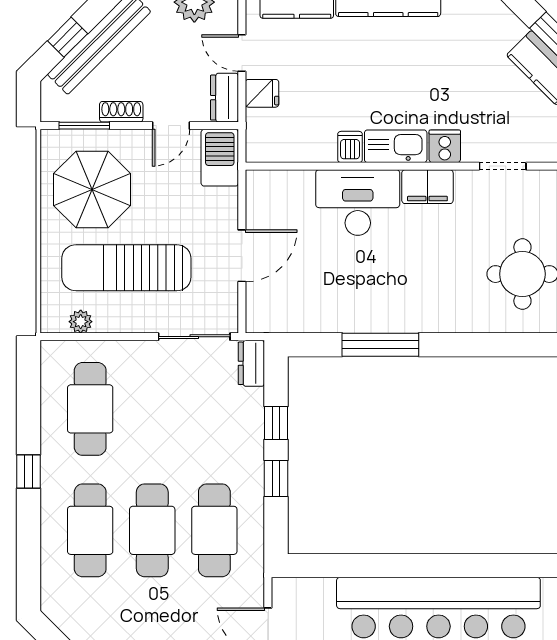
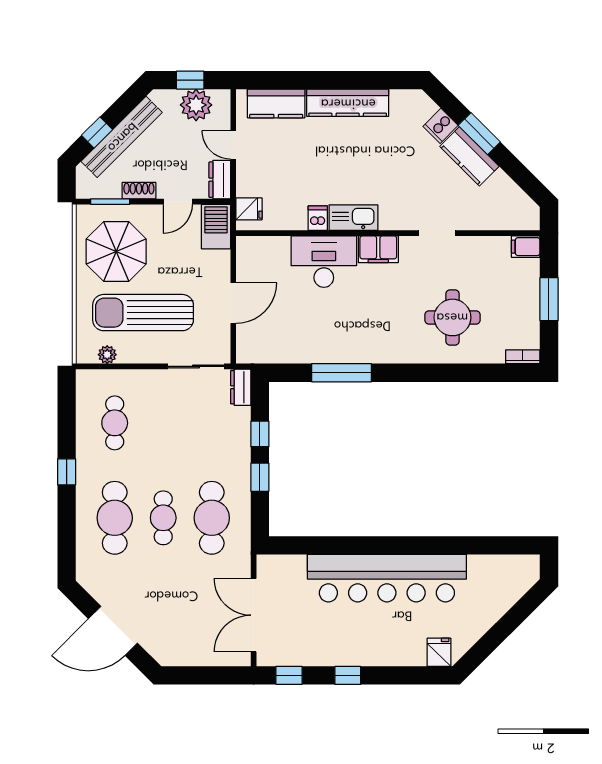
fridge: (262, 93) -> (249, 209), moved
cooker: (445, 146) -> (441, 126), moved, turned -135
cafe table: (90, 409) -> (115, 423), width x0.73, depth x0.74
cafe table: (152, 530) -> (163, 518), width x0.73, depth x0.74

